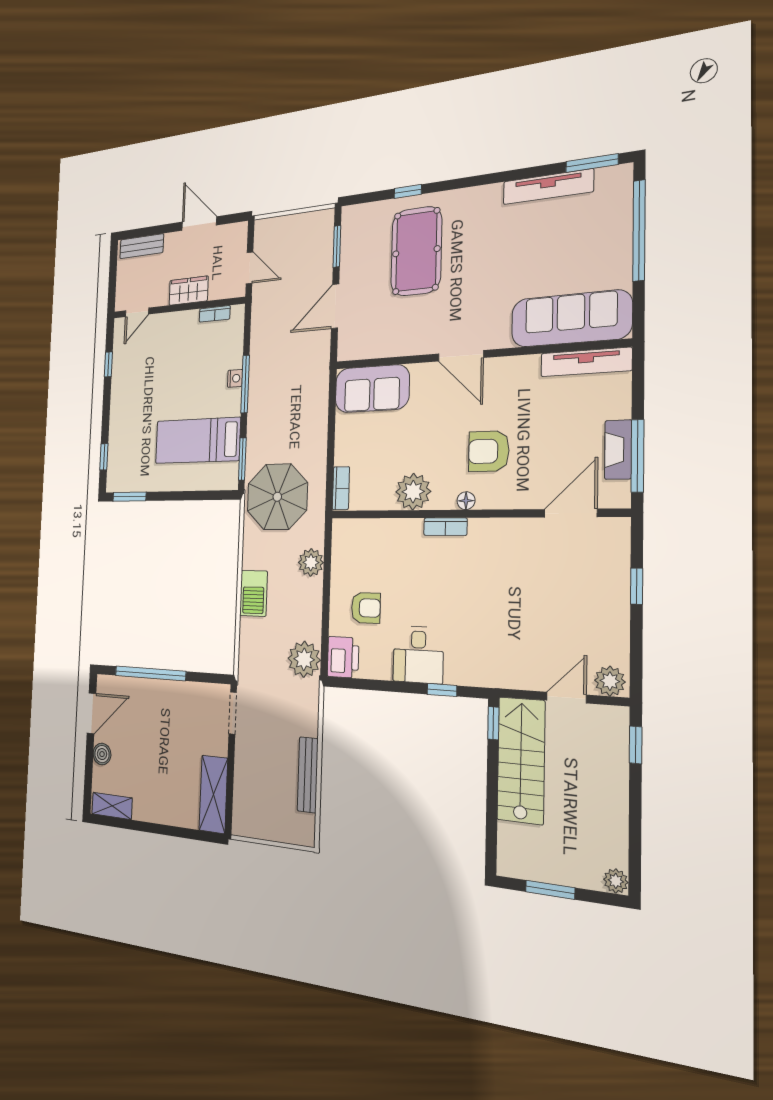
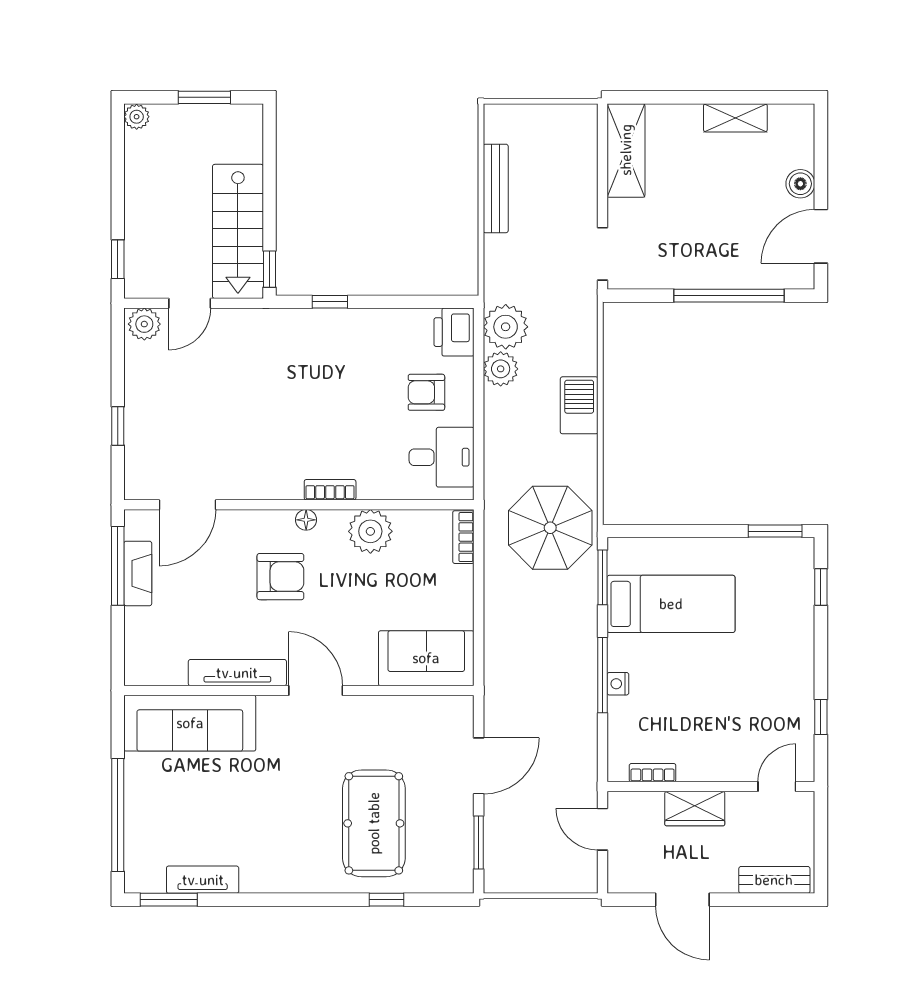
tv unit: (548, 187) -> (203, 880), width x0.71
tv unit: (586, 362) -> (237, 673), moved
plant: (311, 562) -> (501, 369), moved
desk: (418, 655) -> (442, 457), moved, turned 90
shelving: (112, 806) -> (735, 118), moved

